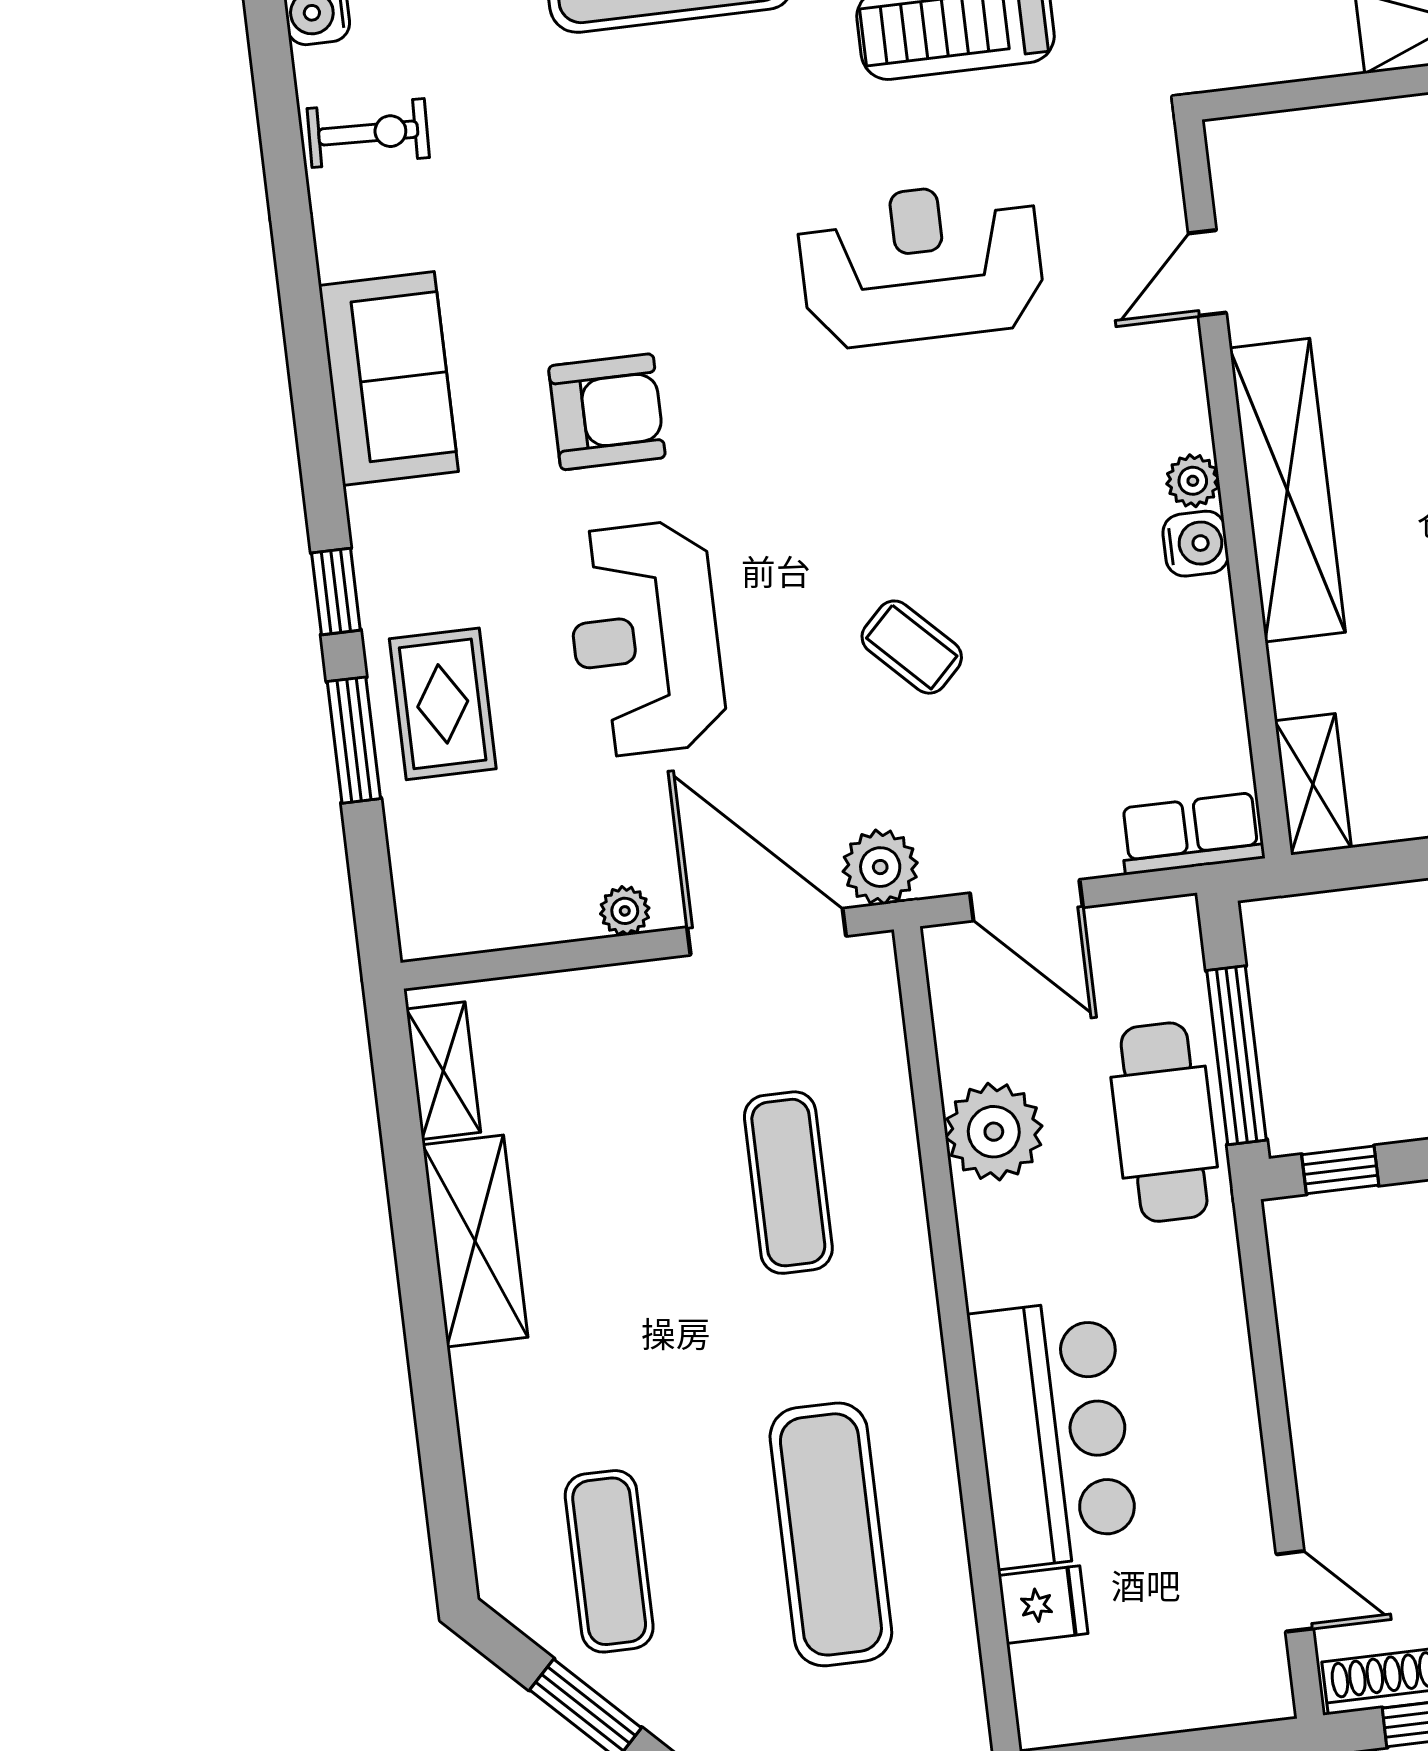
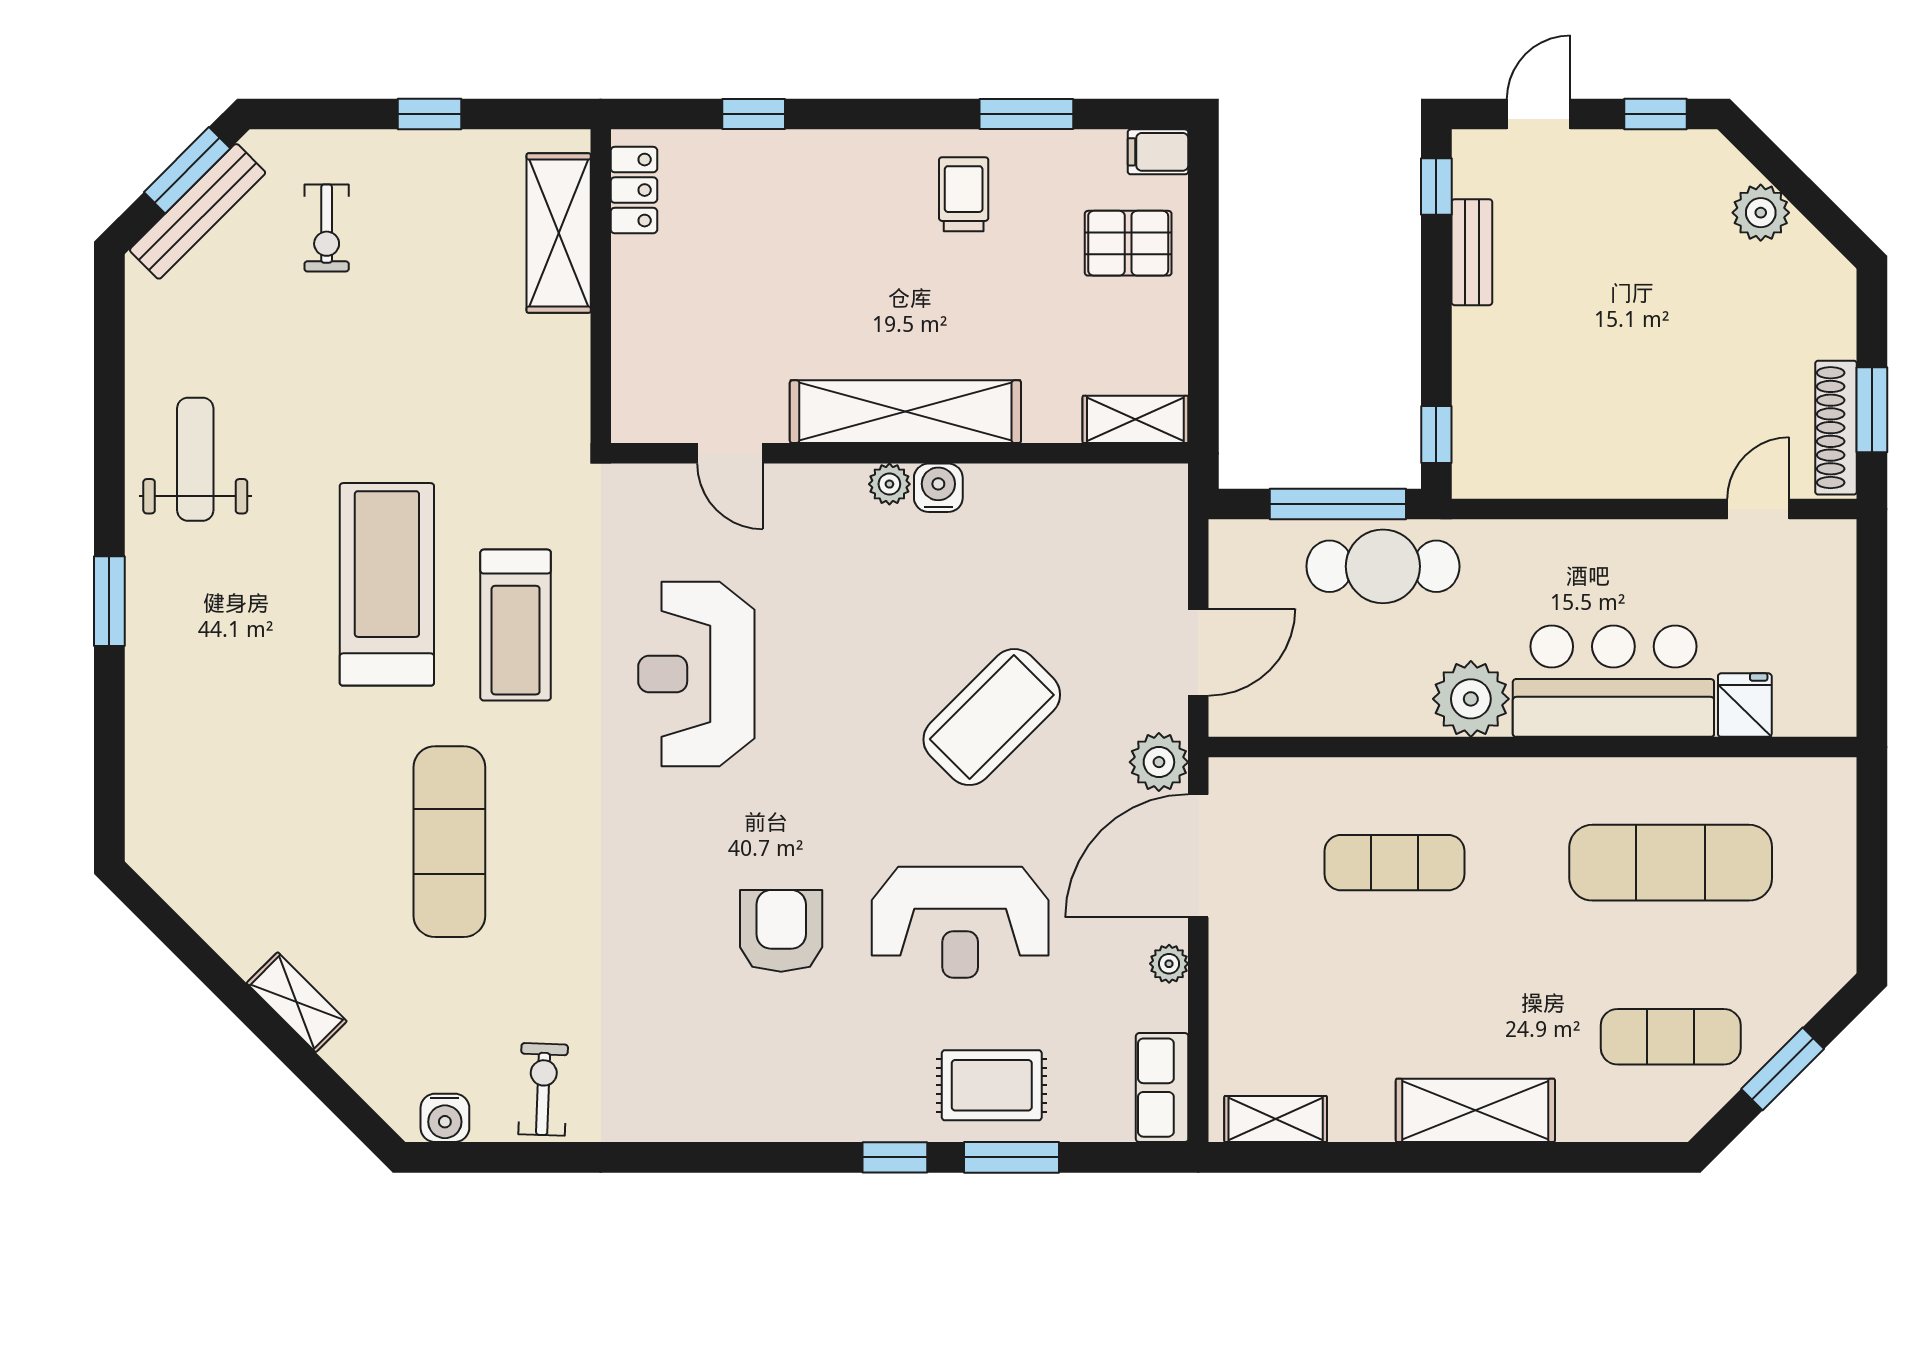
sofa: (388, 379) -> (735, 1097), removed
coffee table: (912, 647) -> (992, 717), width x1.86, depth x1.72
row of seats: (1191, 833) -> (1162, 1088), moved
plant: (994, 1132) -> (1471, 699), moved
shelving: (475, 1241) -> (1475, 1110), moved

